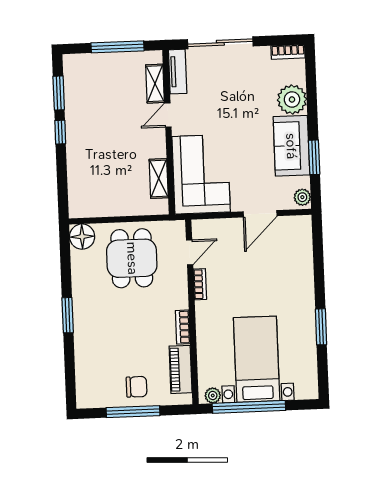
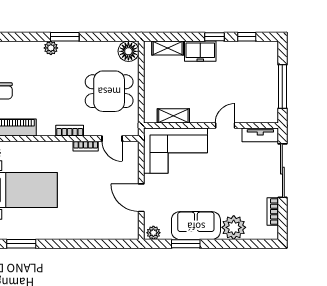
bookcase: (288, 52) -> (273, 212), moved
shelving: (155, 84) -> (168, 48), moved
window: (59, 93) -> (247, 37), width x0.67
door: (168, 115) -> (225, 126), hinge flipped
freezer: (78, 149) -> (200, 51), added
bookcase: (183, 327) -> (70, 131), moved
window: (321, 327) -> (21, 244), moved
plant: (82, 331) -> (51, 48), added

